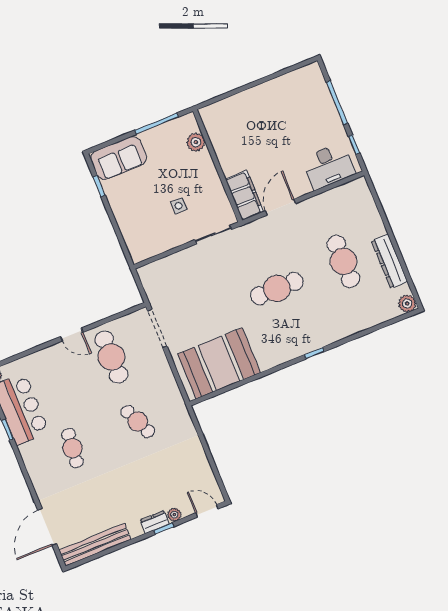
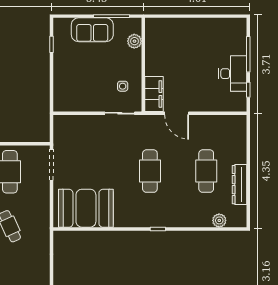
sofa: (119, 158) -> (92, 30), moved
desk: (328, 166) -> (233, 74), moved, turned -90
side table: (179, 206) -> (123, 86), moved
door: (281, 207) -> (177, 113), swing flipped
cafe table: (277, 289) -> (150, 171), turned 90
plant: (407, 304) -> (219, 220), moved

